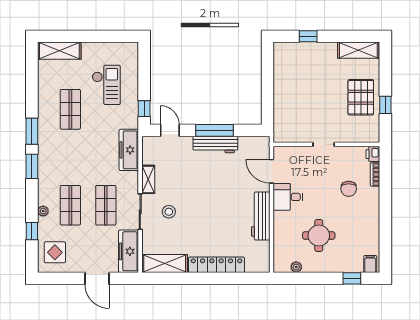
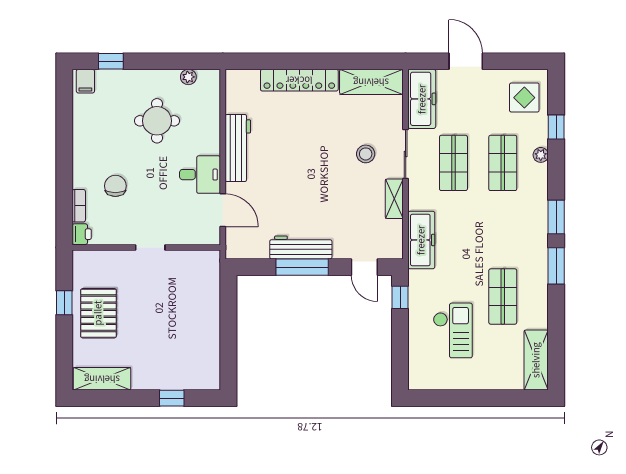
shelving: (59, 51) -> (536, 360), moved, turned 90
checkout: (106, 85) -> (453, 330), turned 180

